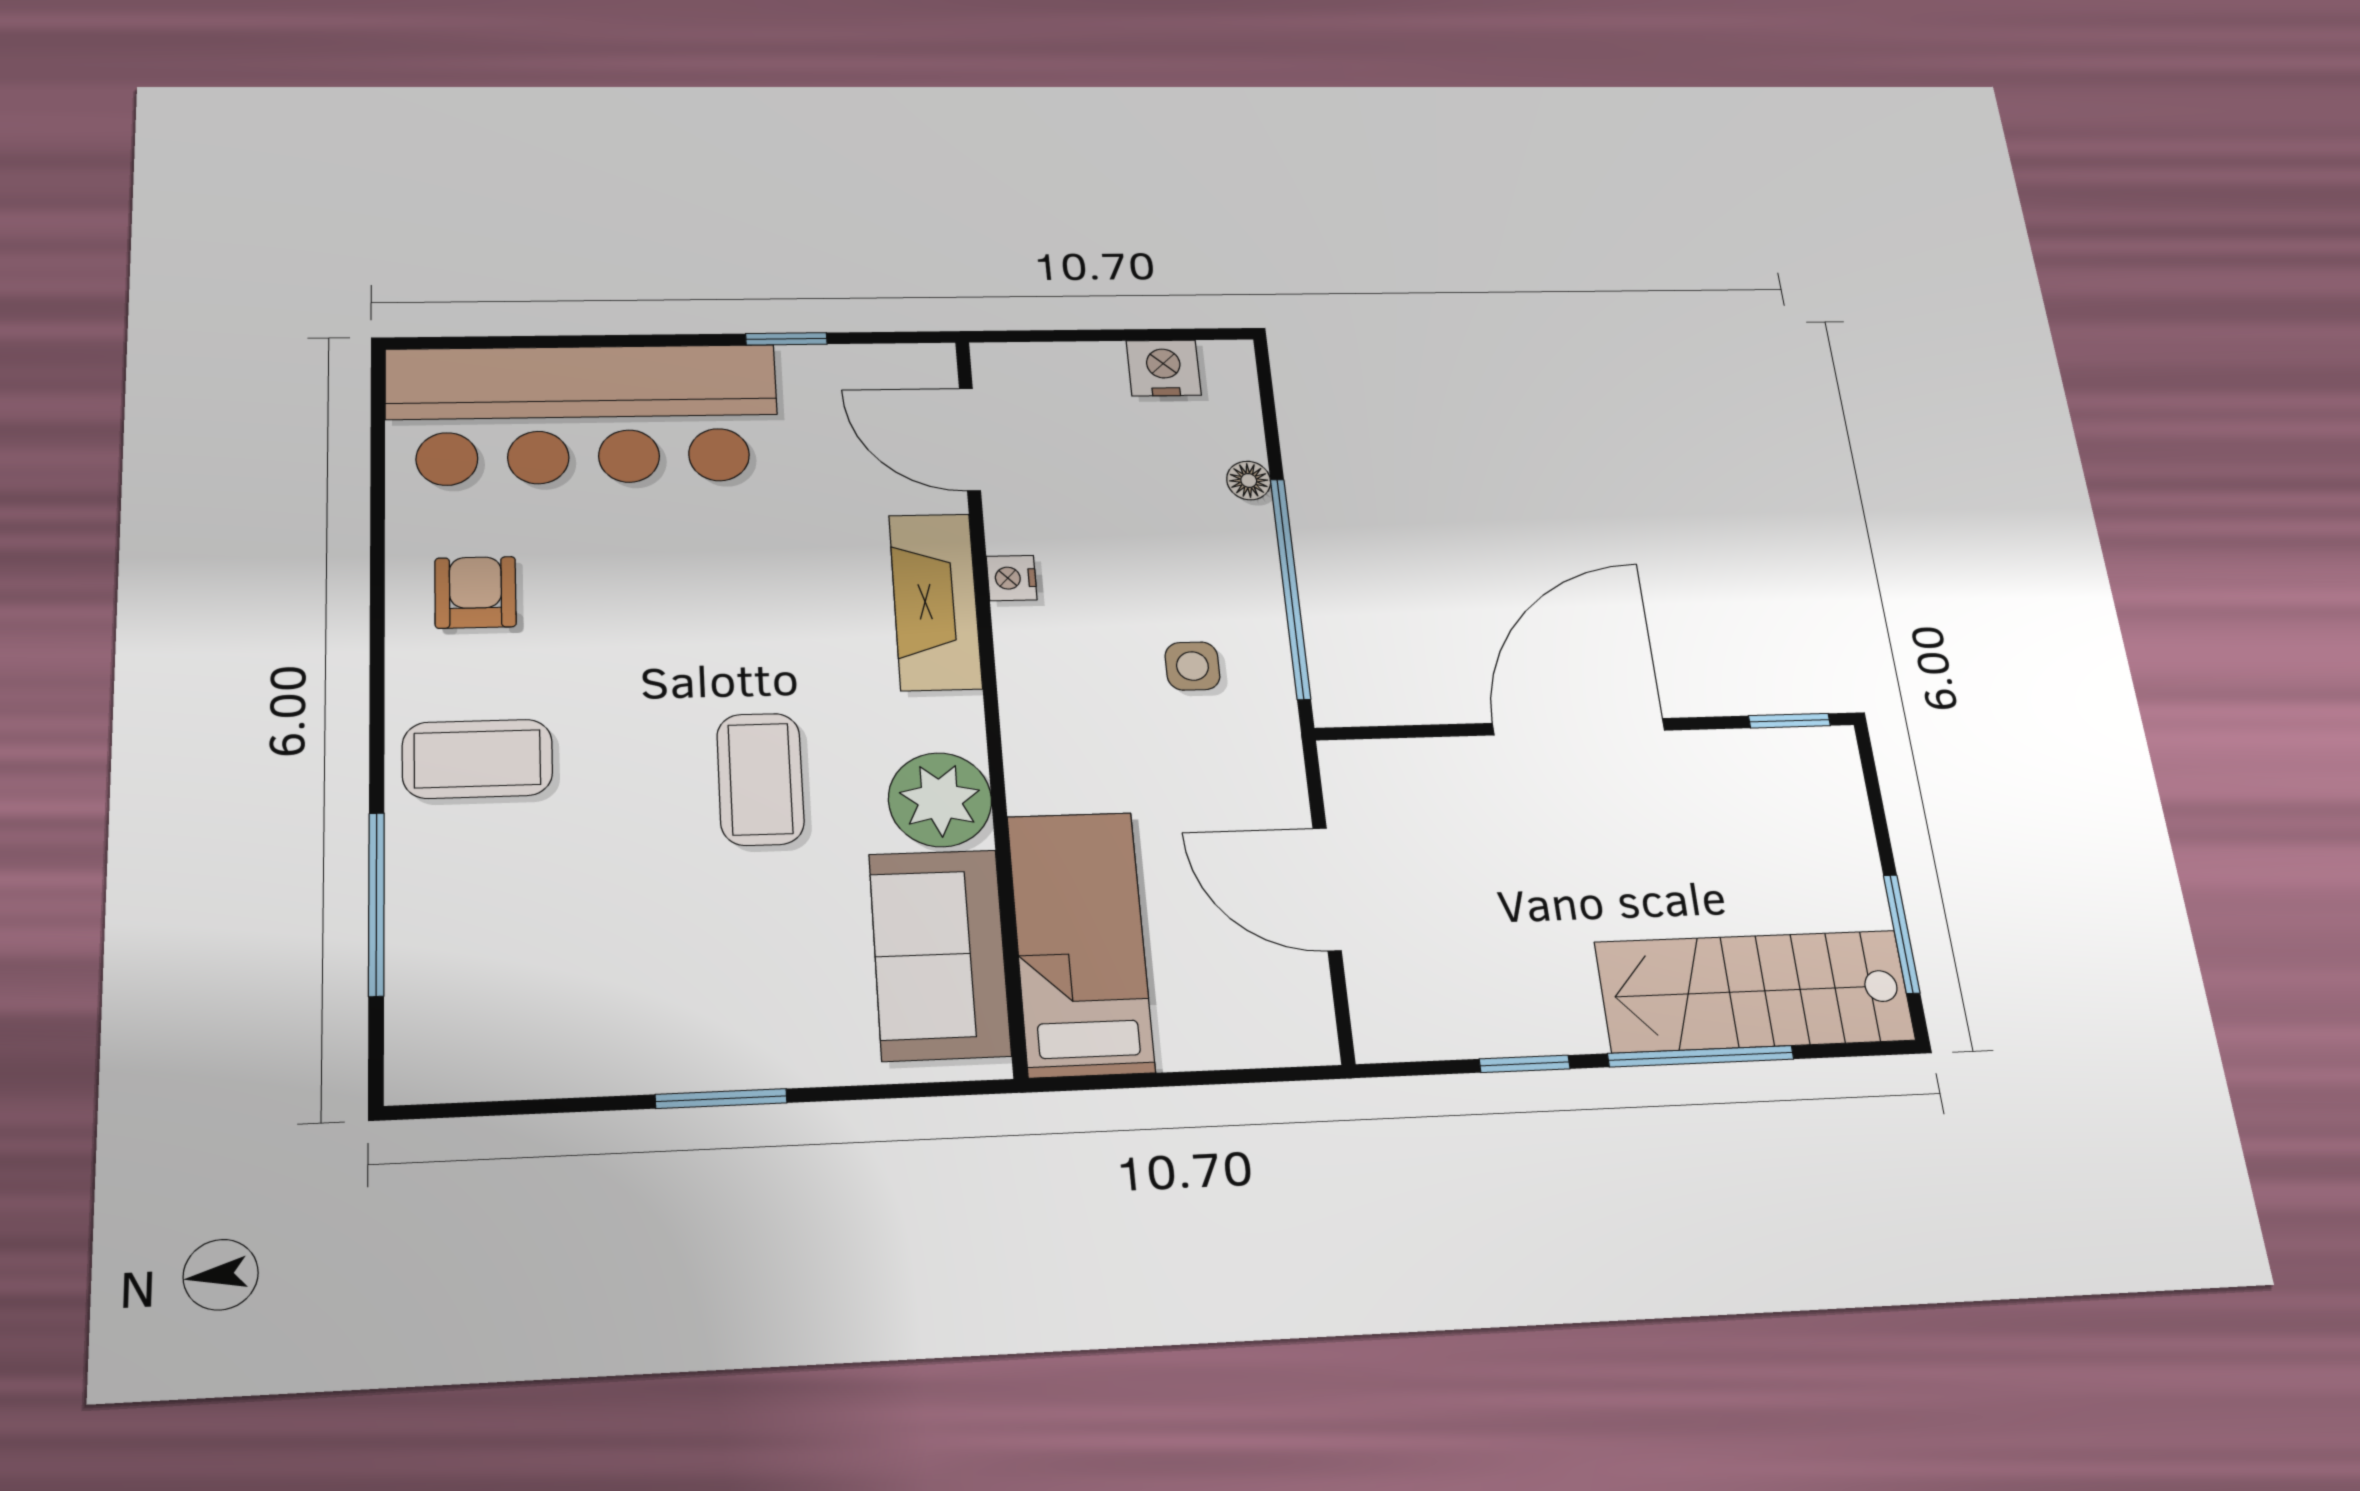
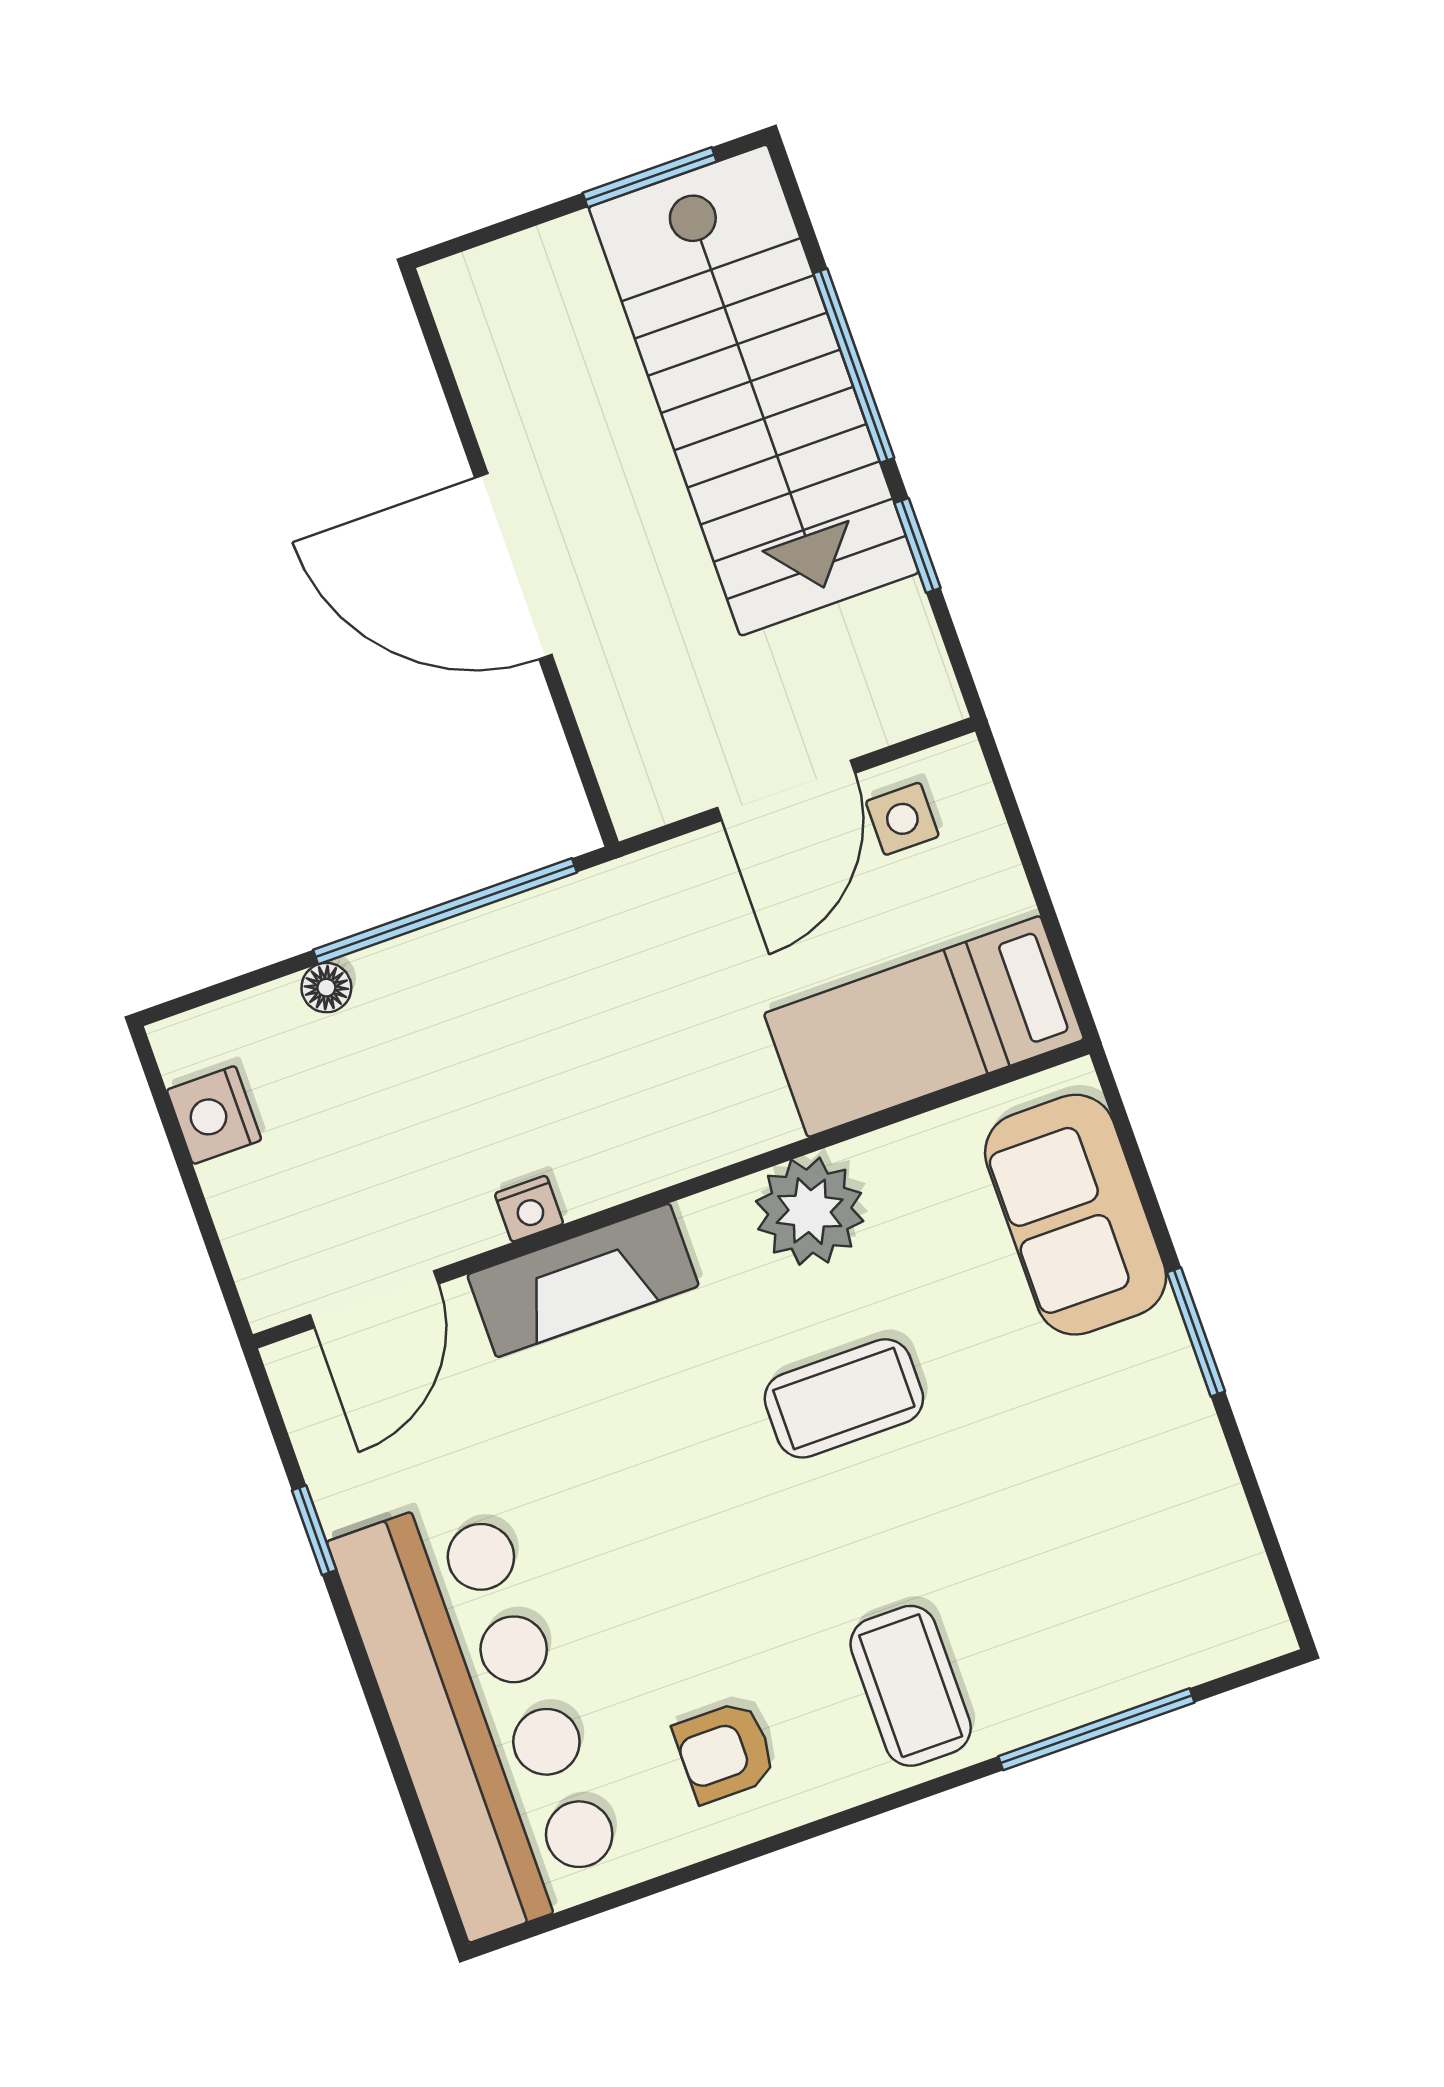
side table: (1192, 666) -> (902, 819), moved
window: (1789, 721) -> (433, 339), removed
sofa: (939, 954) -> (1076, 1215), moved, turned 90
stairs: (1755, 991) -> (754, 390), width x1.36, depth x1.51

